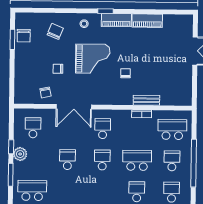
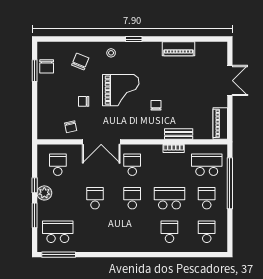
piano: (116, 20) -> (220, 123), moved, turned 90
window: (194, 163) -> (230, 183), moved

